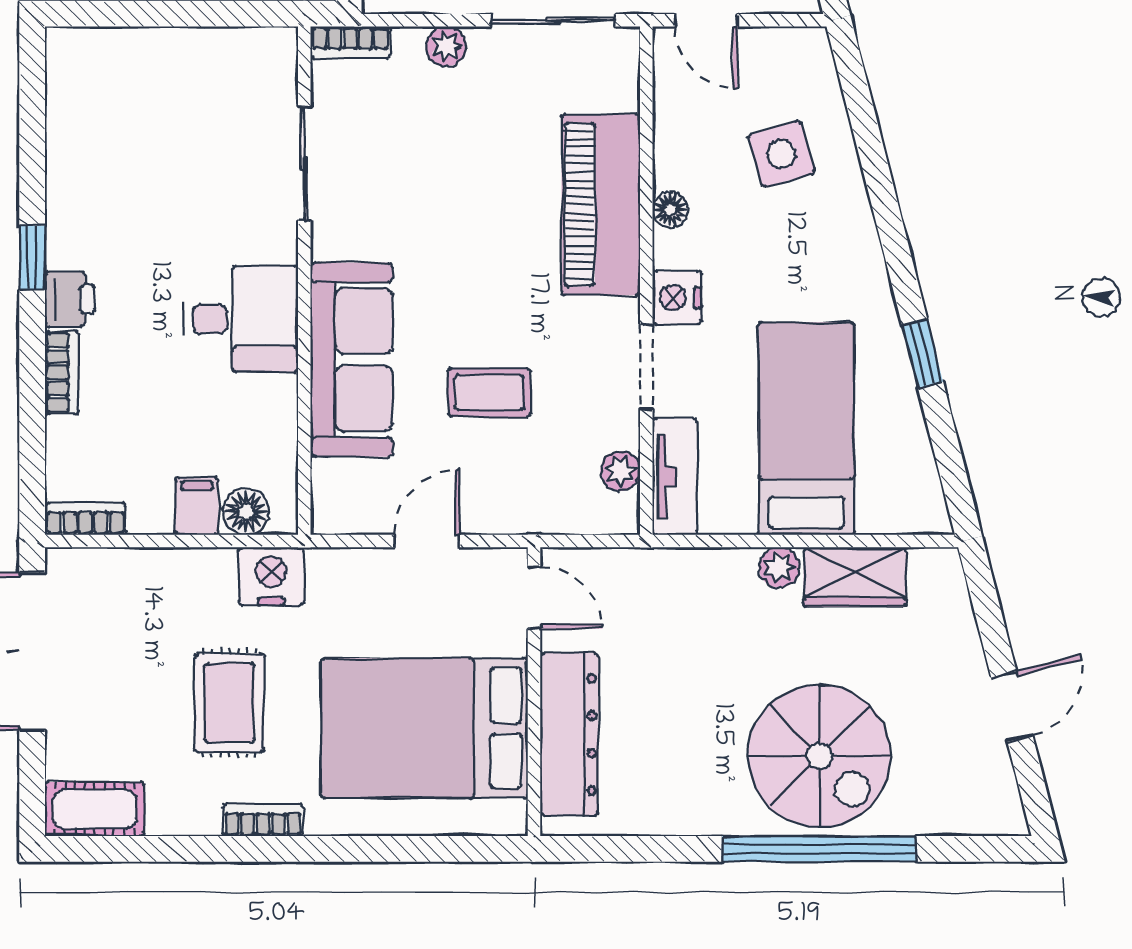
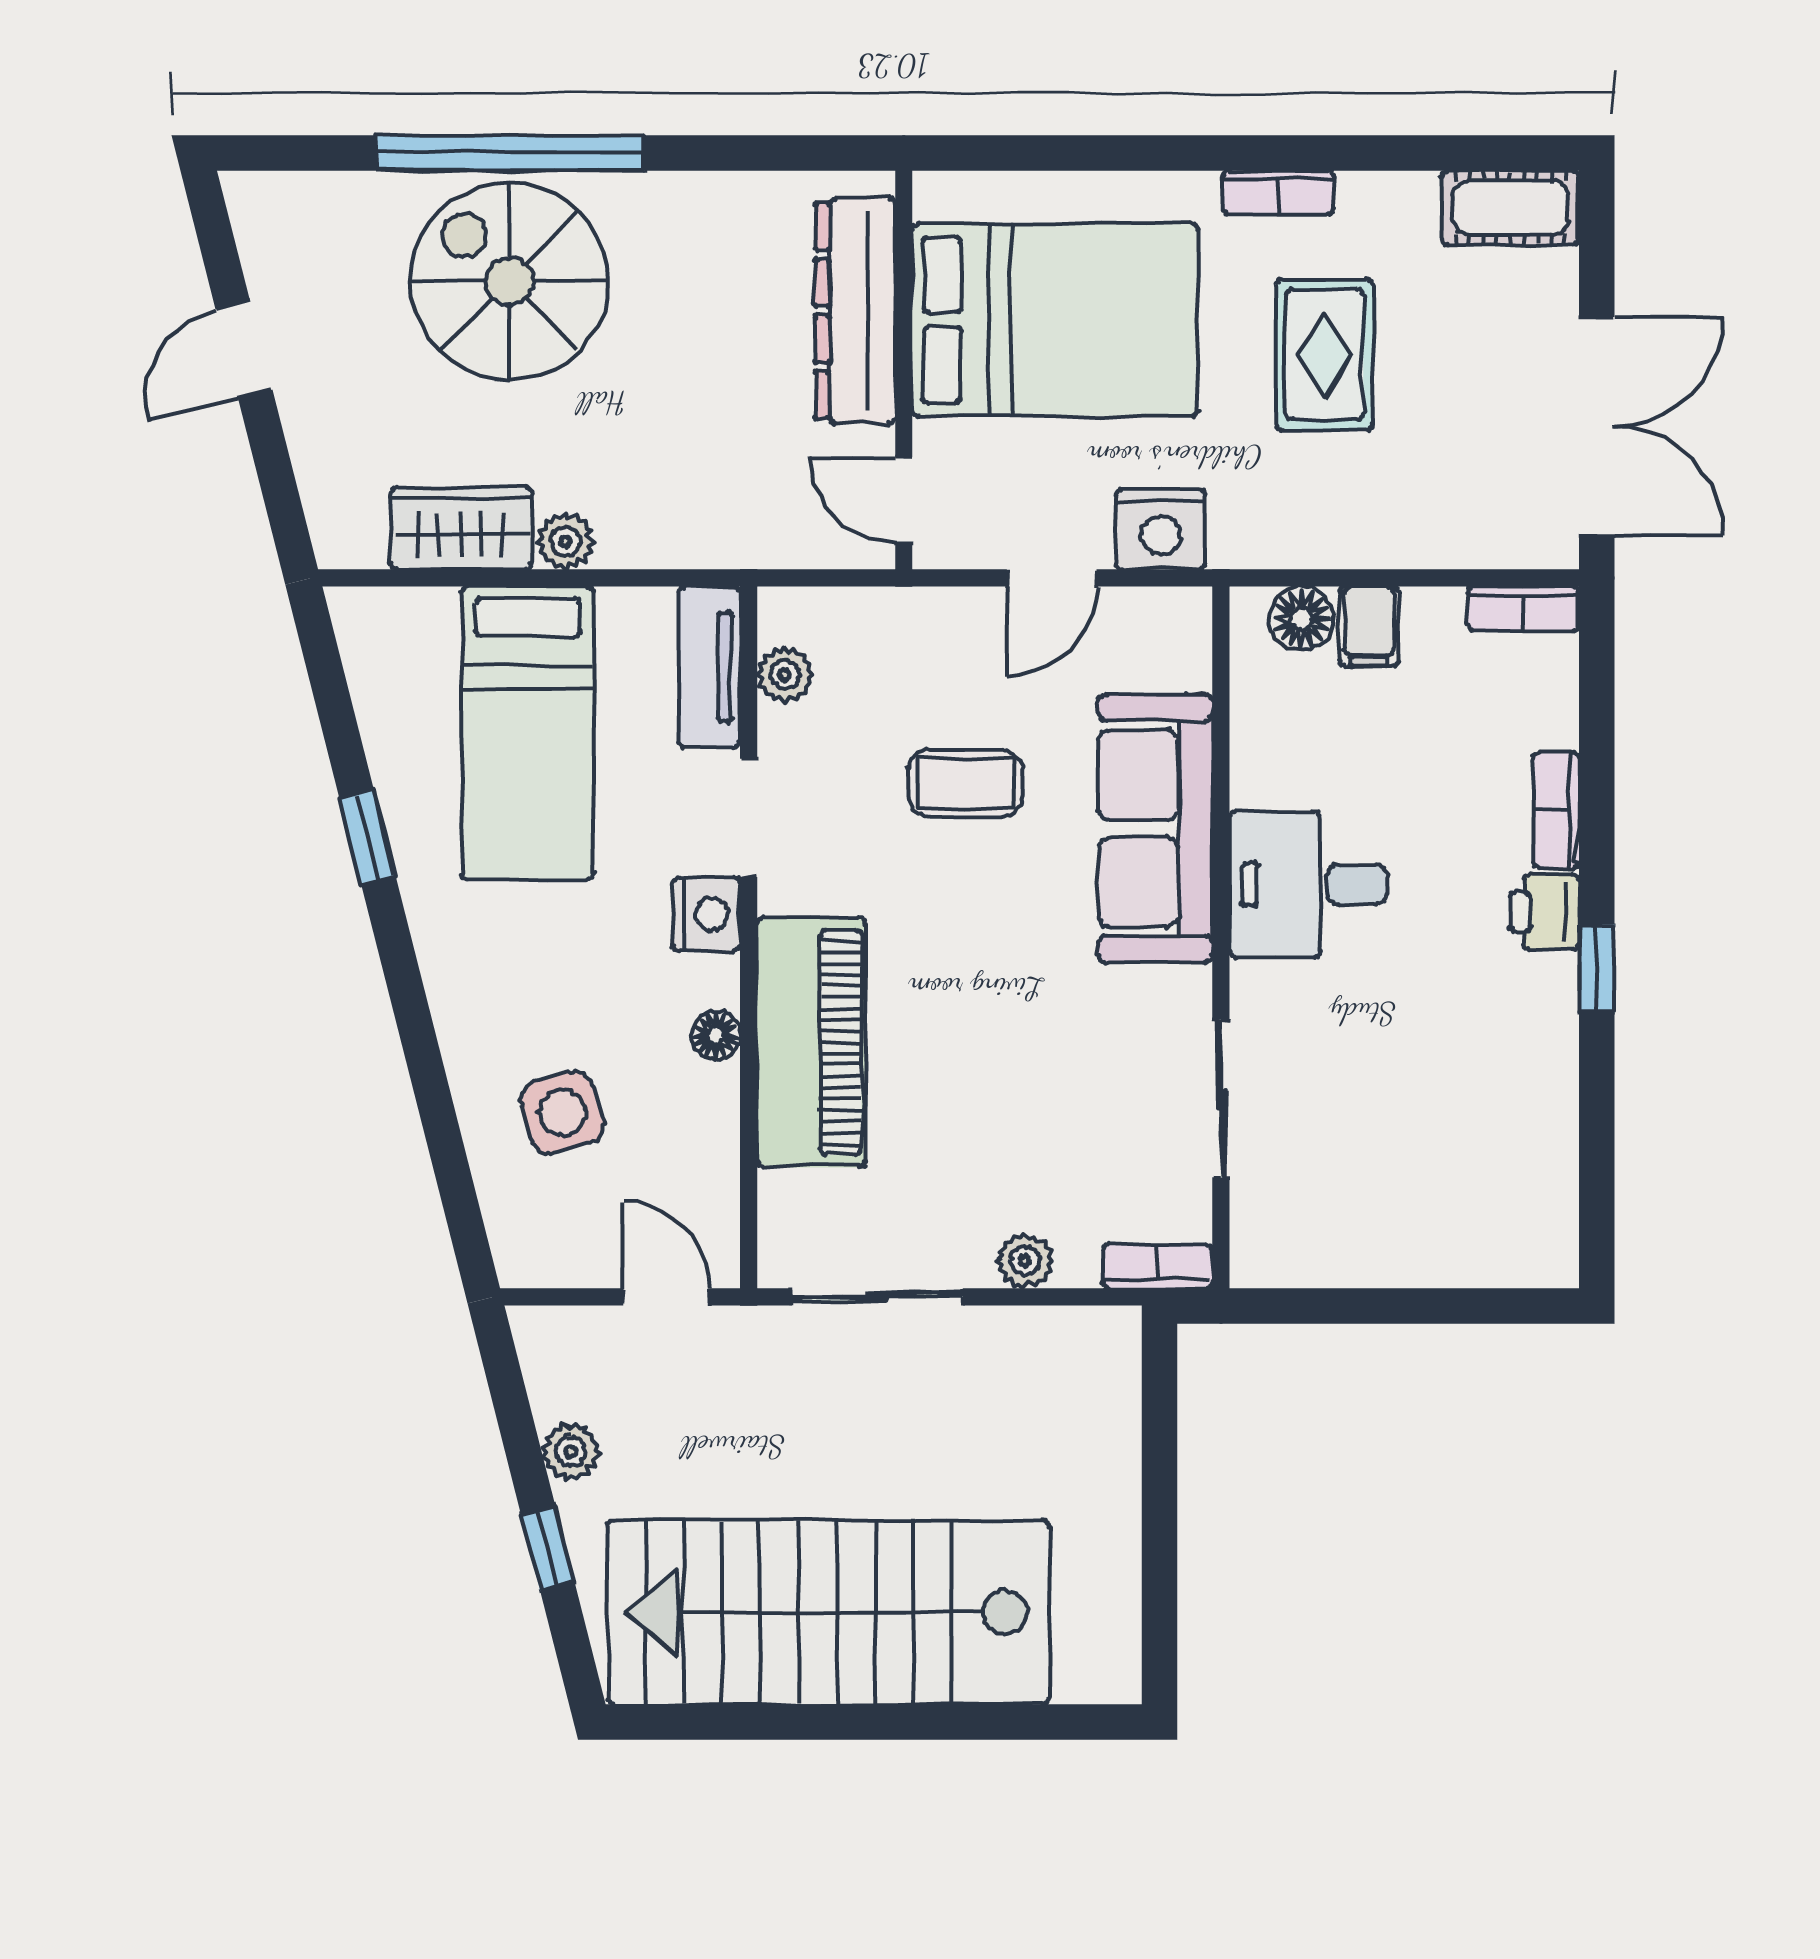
nightstand: (271, 576) -> (1161, 529), moved

